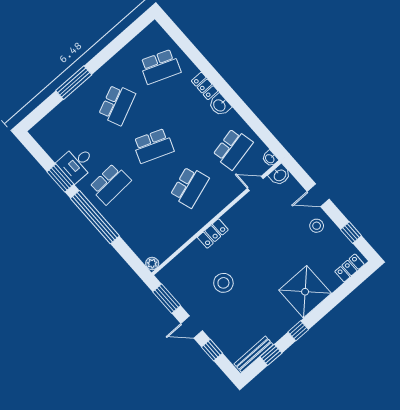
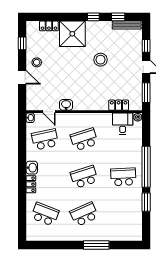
school desk: (153, 146) -> (84, 177), turned -39
desk: (77, 164) -> (123, 124), moved, turned -90
washbasin: (280, 175) -> (66, 105), moved
locker: (213, 233) -> (119, 105), moved
locker: (349, 268) -> (49, 26), moved
stool: (223, 283) -> (100, 60), moved

